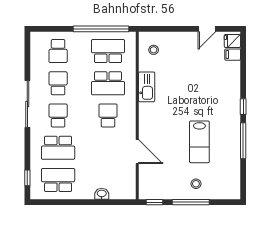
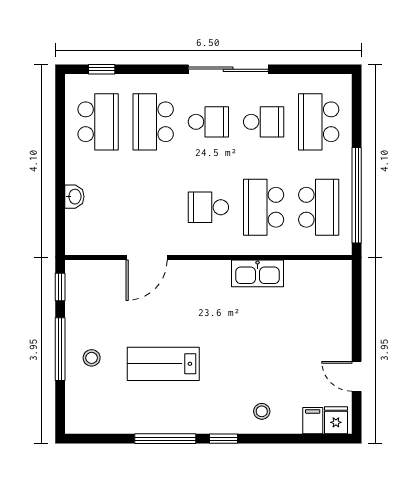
stool: (154, 50) -> (262, 411), moved
school desk: (58, 51) -> (319, 122), width x1.85
school desk: (108, 116) -> (208, 207), turned 180

